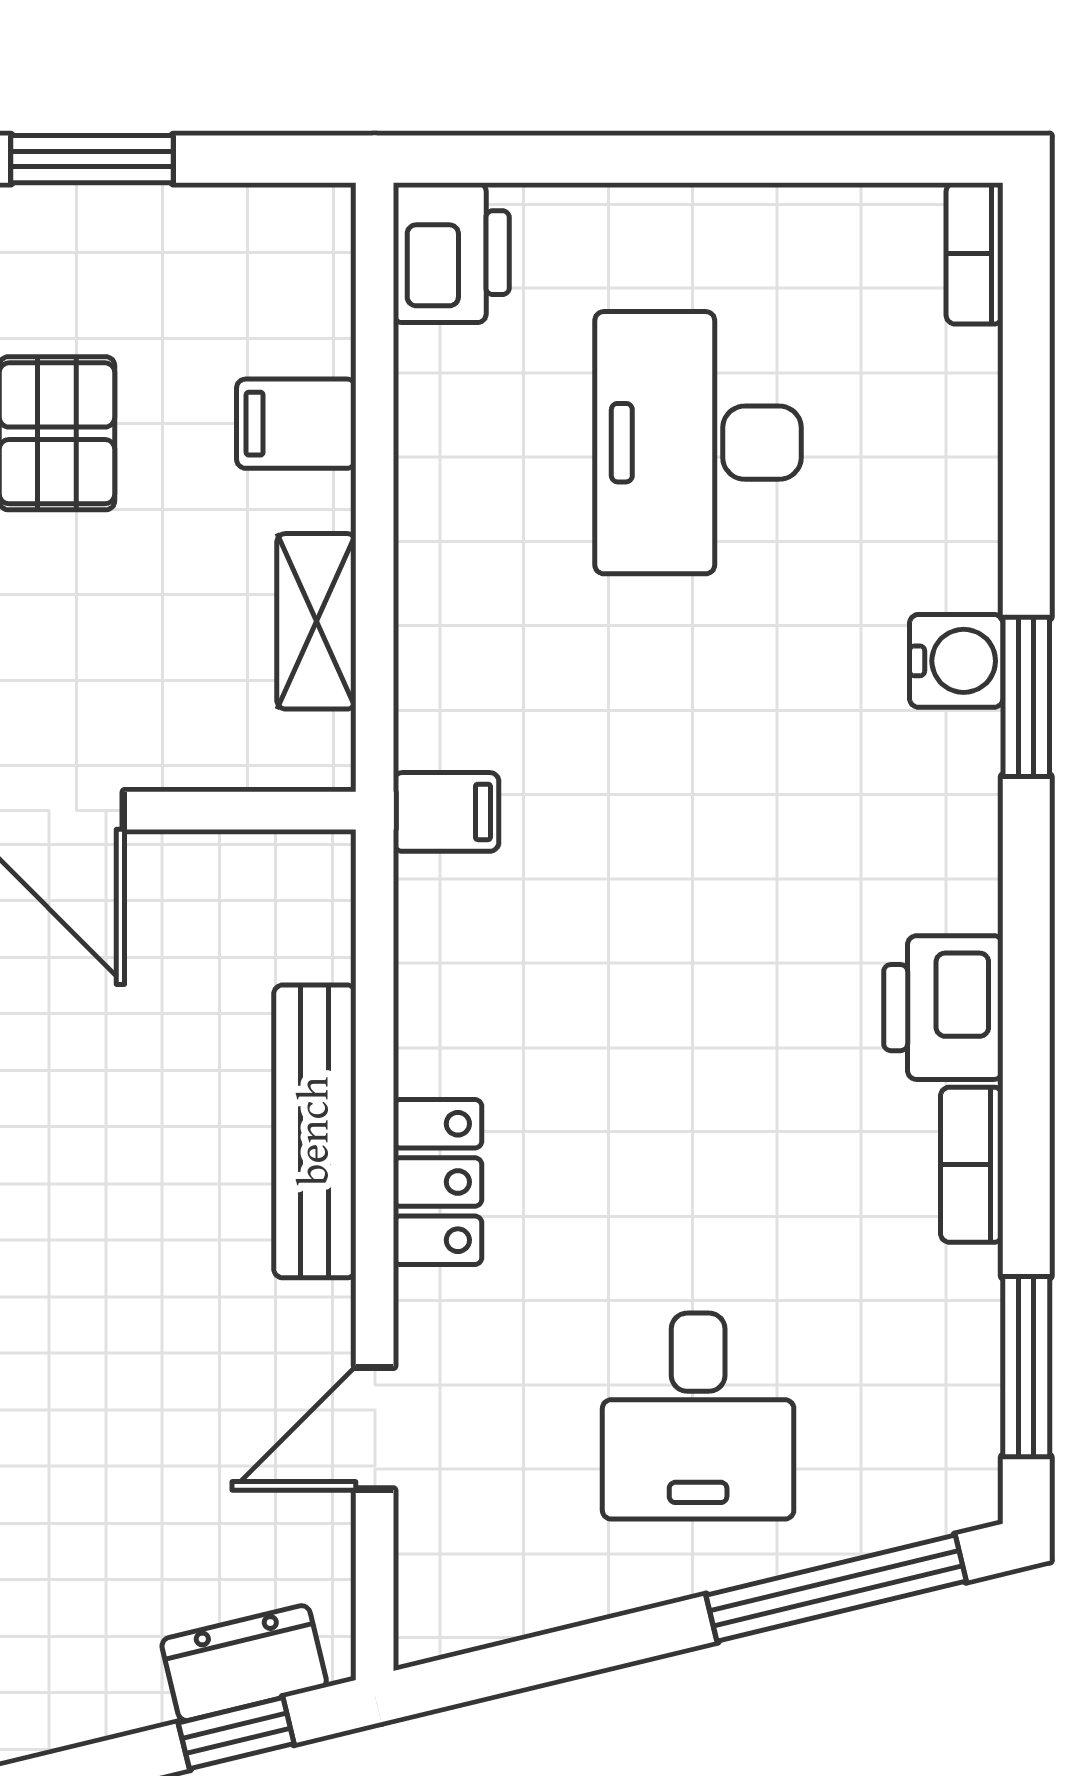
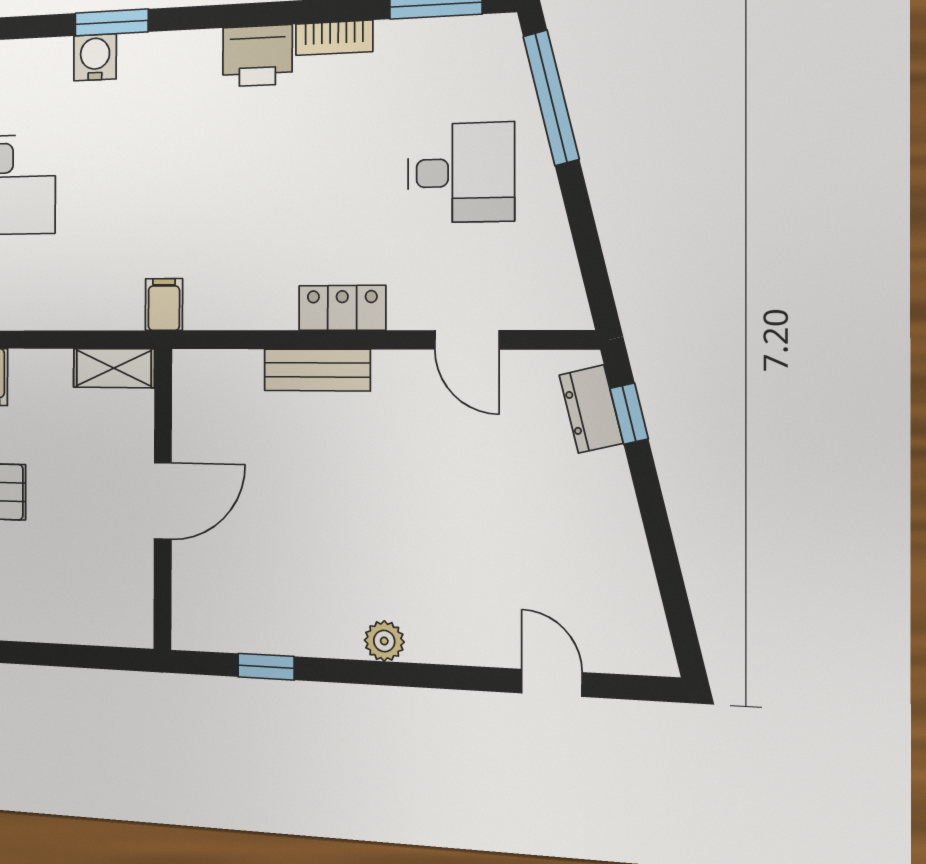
shelving: (316, 621) -> (114, 368), moved
bench: (315, 1131) -> (317, 370), width x0.73

